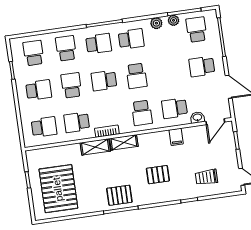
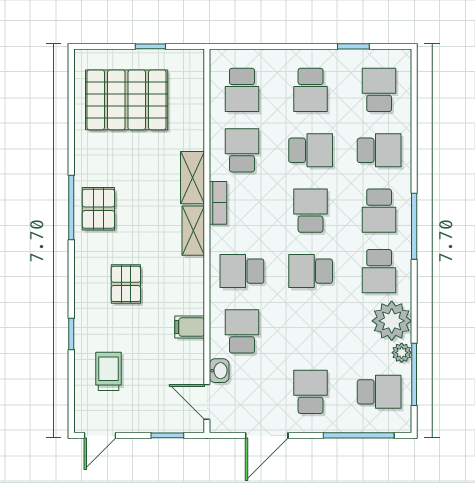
plant: (156, 23) -> (392, 321), width x1.88, depth x1.88
school desk: (33, 53) -> (379, 90), turned -90

